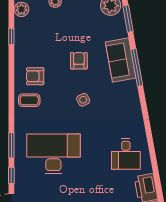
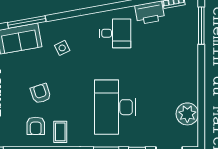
armchair: (79, 61) -> (41, 94), moved, turned 72
side table: (83, 100) -> (62, 48), moved

